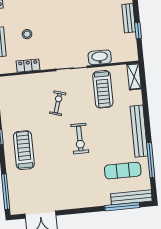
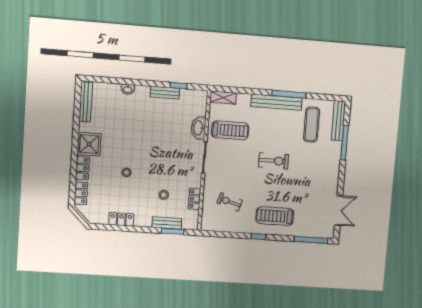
exercise bike: (58, 103) -> (230, 202), moved
window: (151, 160) -> (289, 94), moved
window: (122, 207) -> (344, 143), moved

